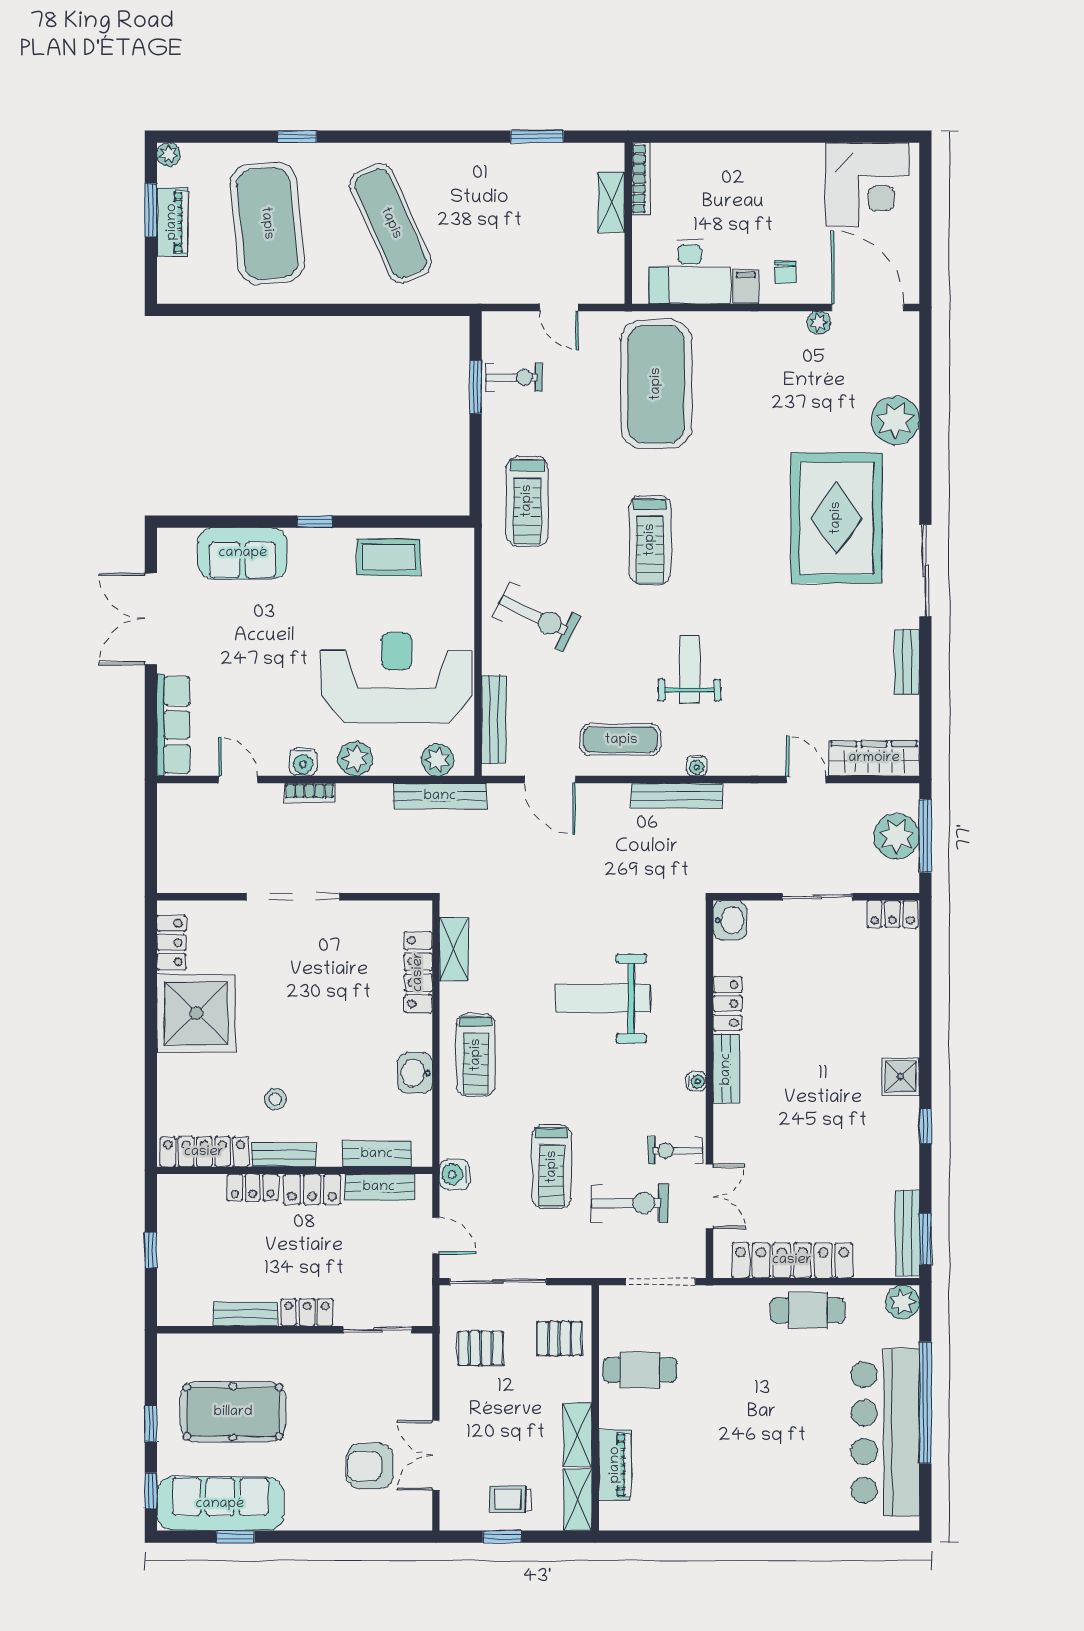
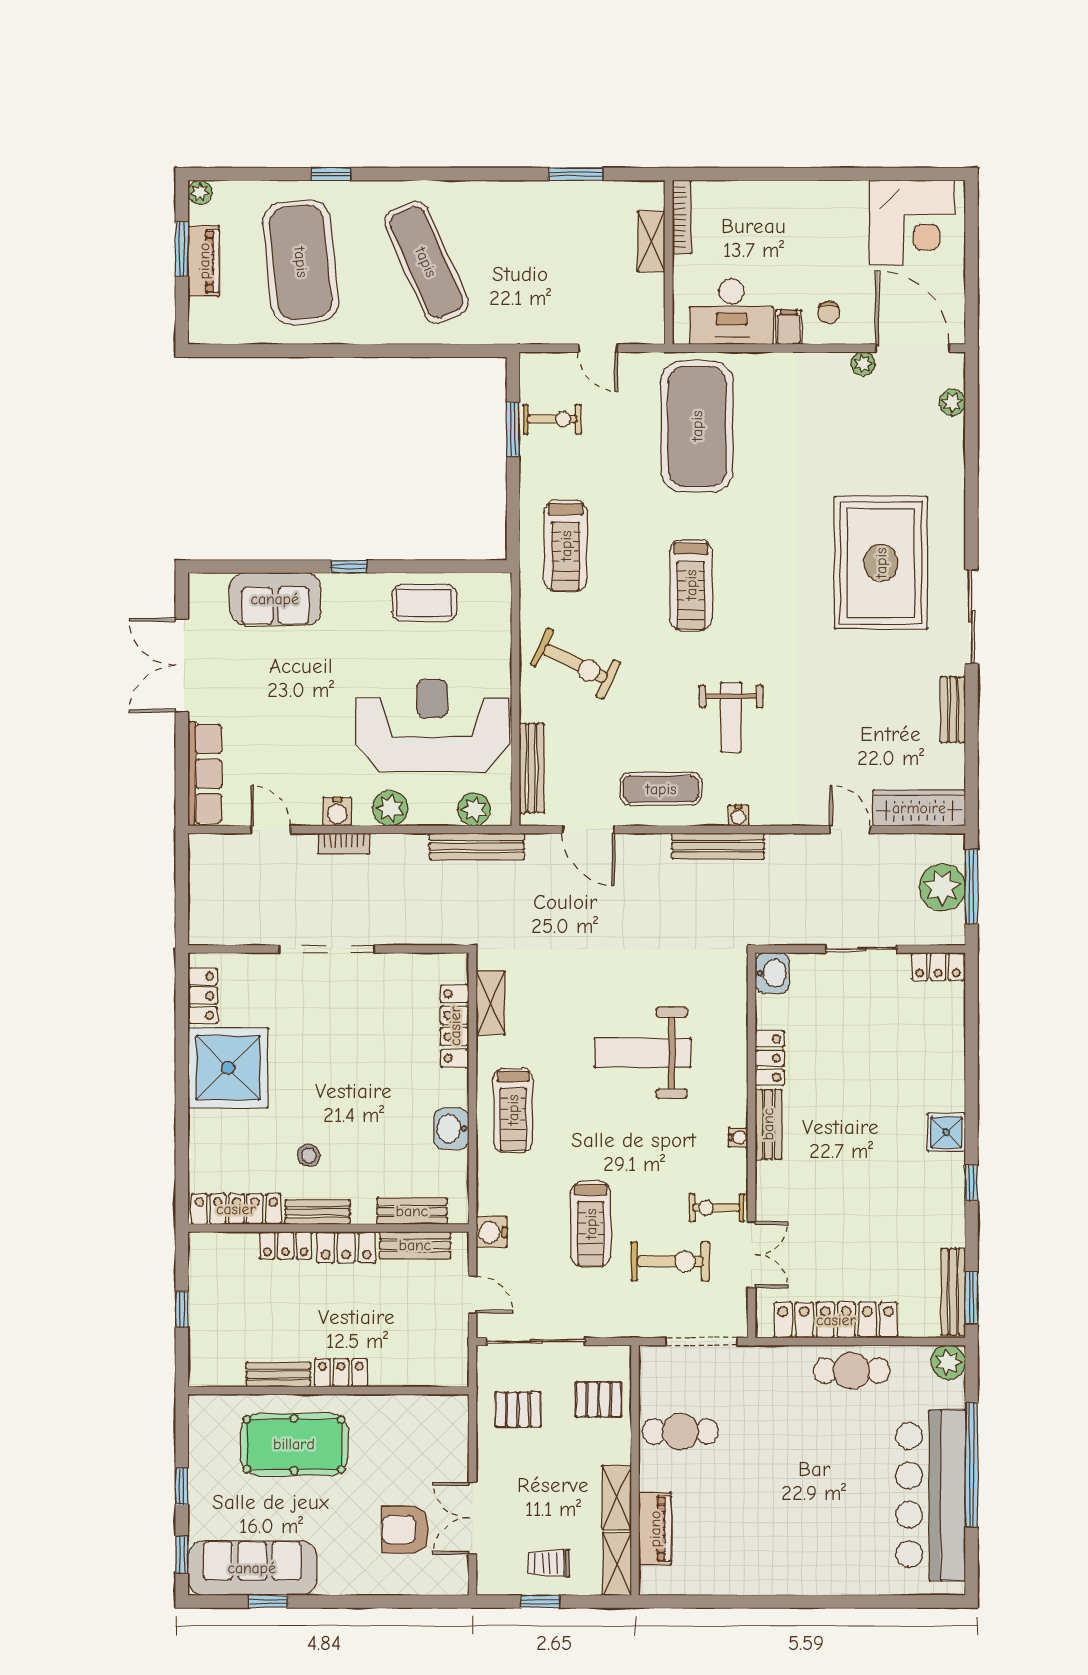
plant: (895, 420) -> (952, 402), moved, width x0.53, depth x0.53
weight bench: (689, 670) -> (731, 717), turned 180
sliding door: (378, 1330) -> (413, 1391), removed
pool table: (233, 1412) -> (294, 1444), moved

